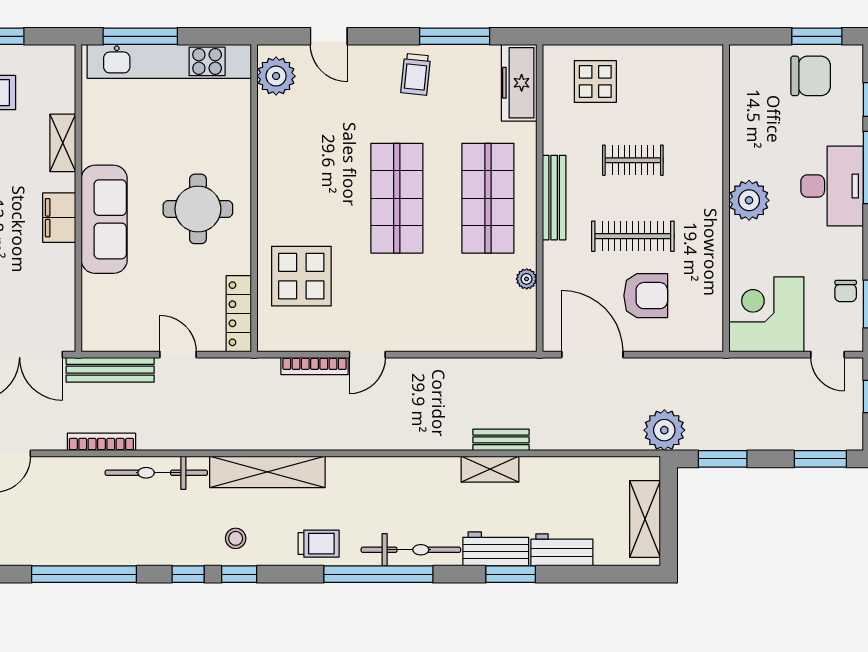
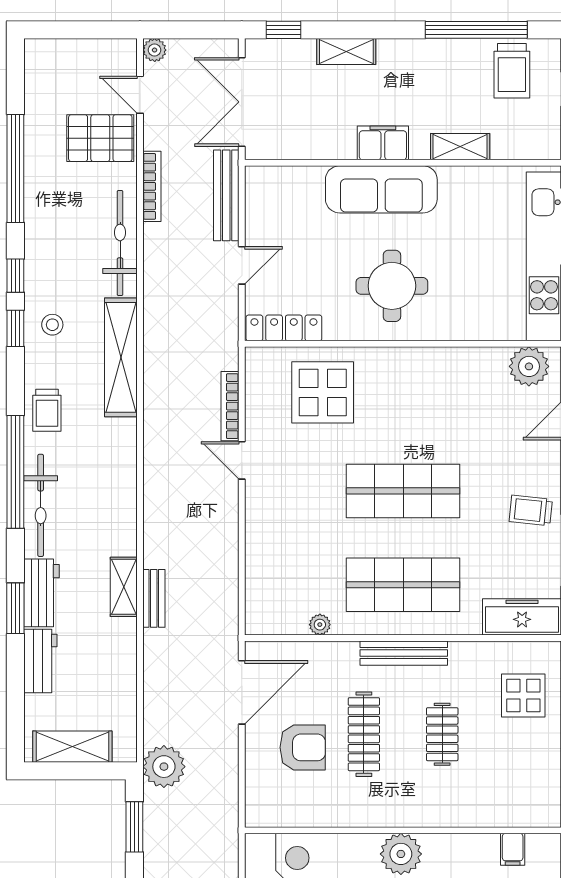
filing cabinet: (745, 92) -> (513, 849), added
armchair: (646, 296) -> (303, 747), turned -90
pallet: (55, 492) -> (100, 138), added

